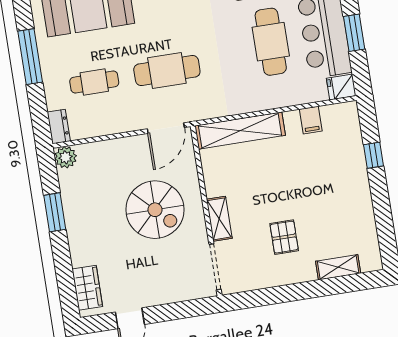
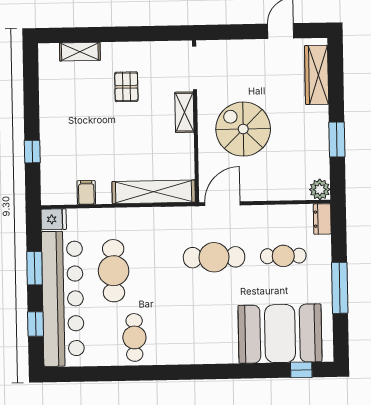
wardrobe: (87, 288) -> (317, 75), width x1.50

